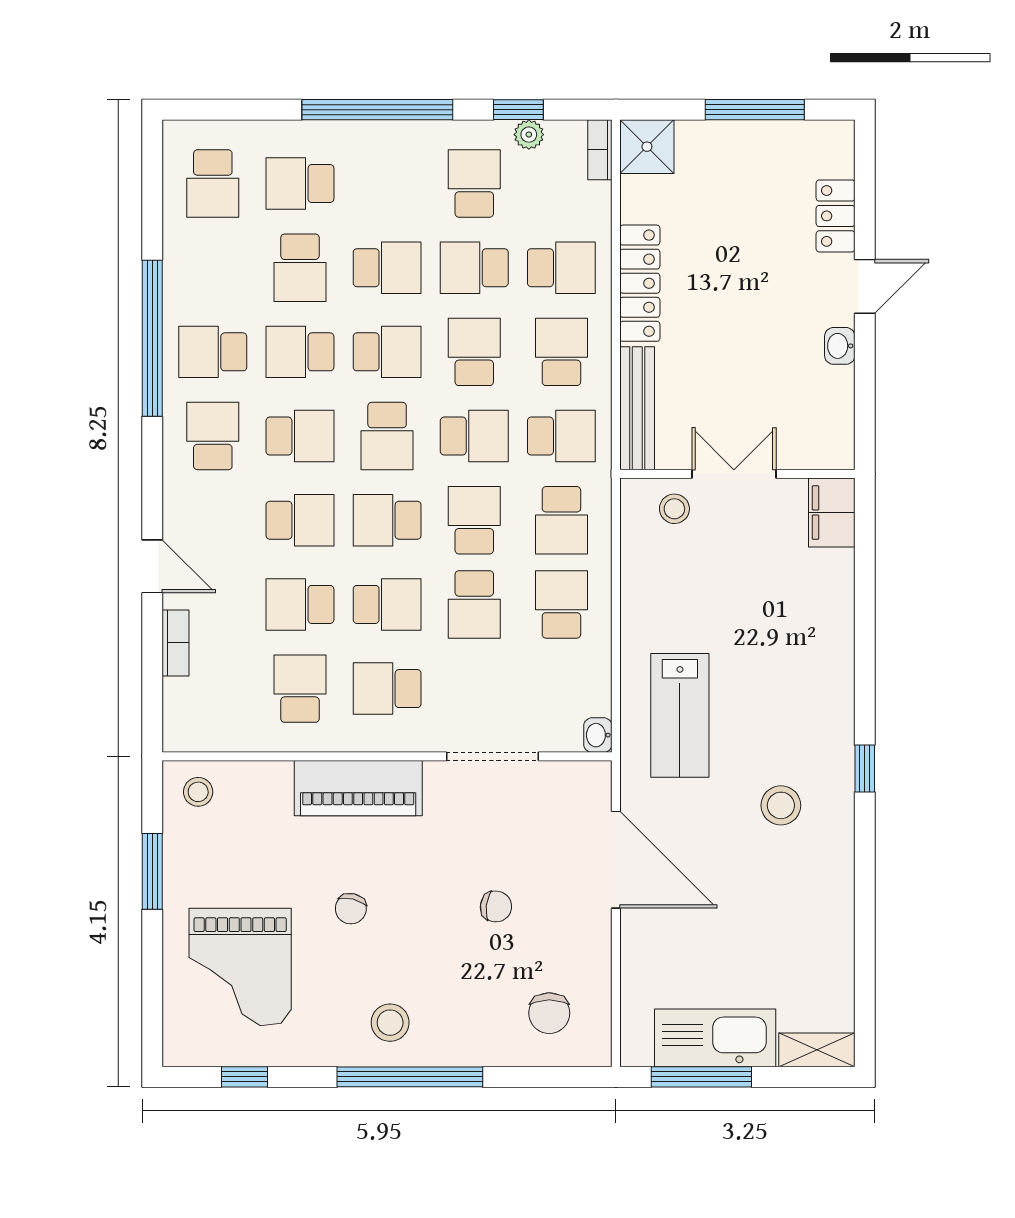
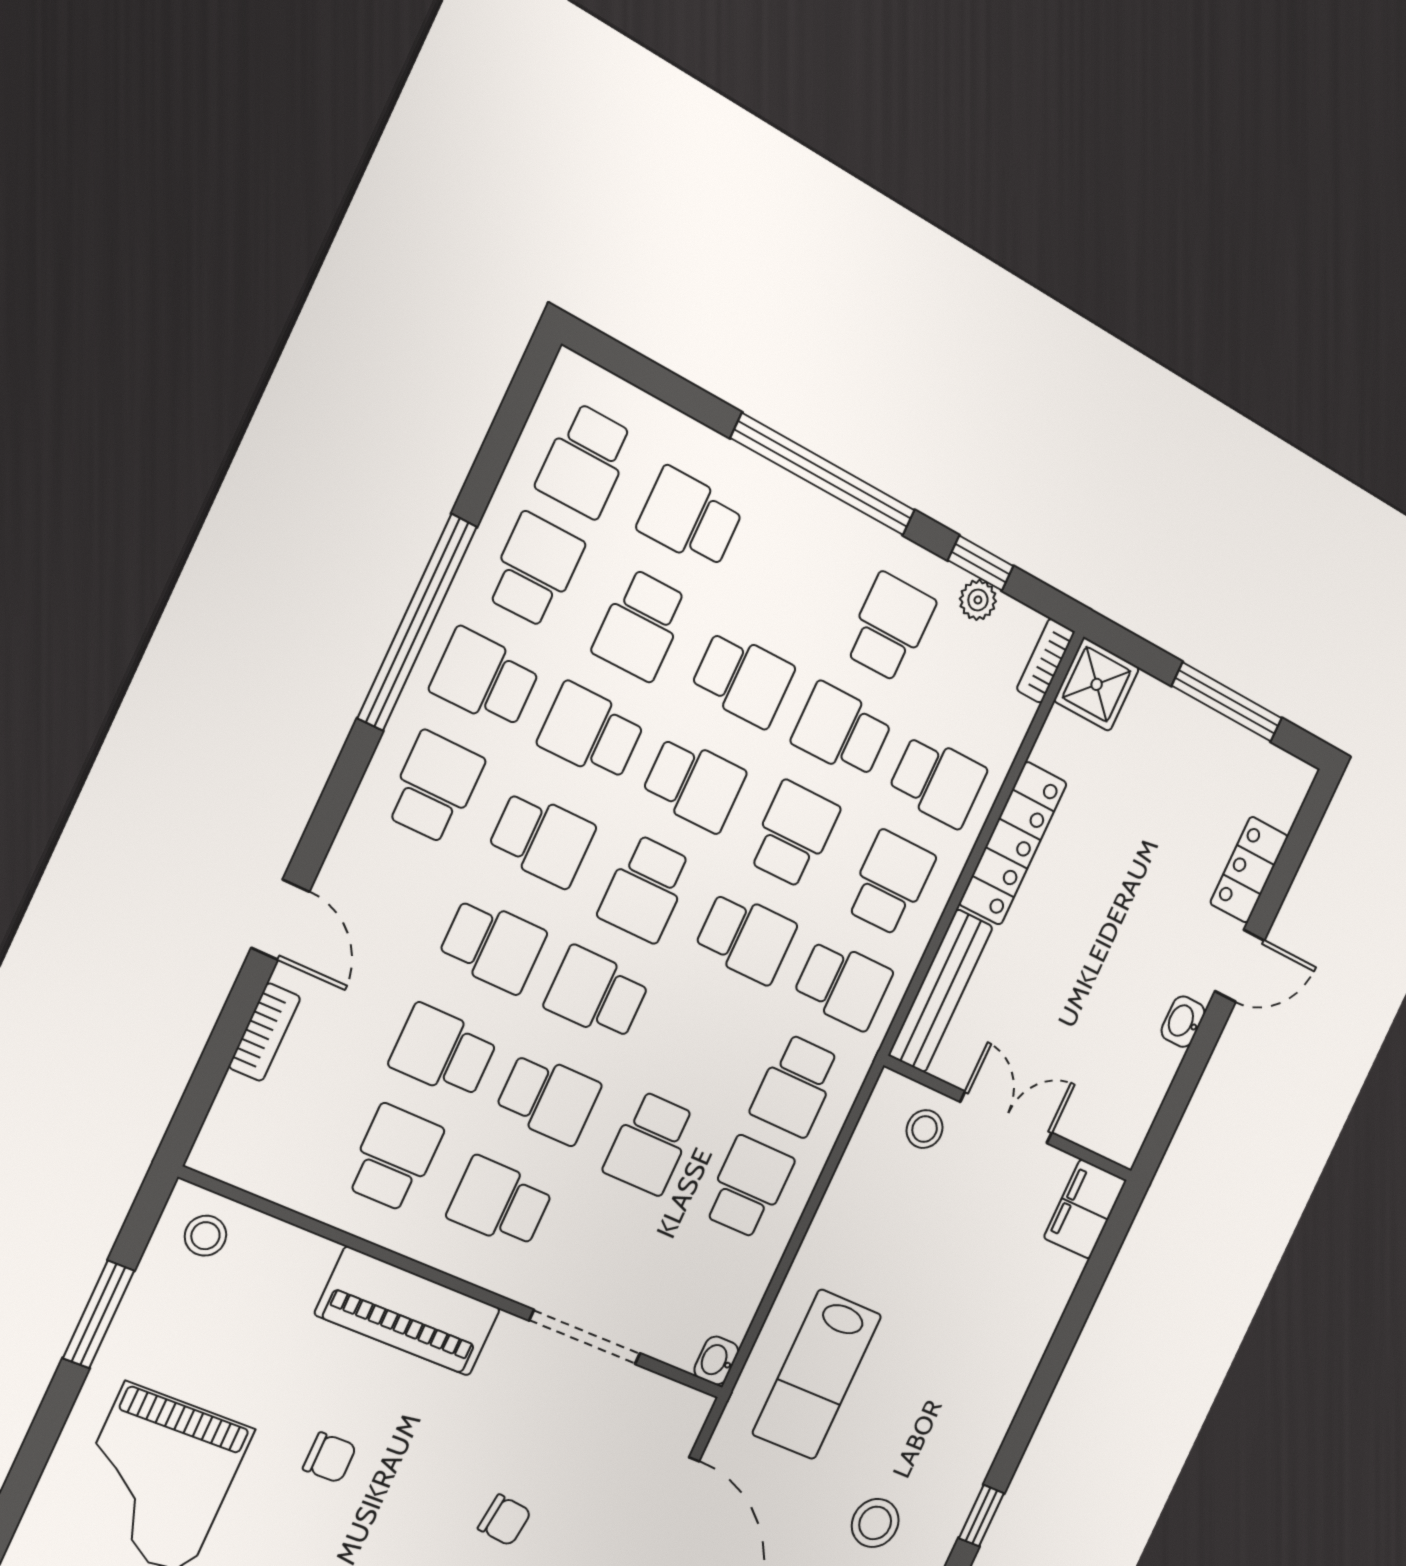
school desk: (474, 520) -> (535, 570), moved
chair: (351, 909) -> (330, 1458), turned -104

